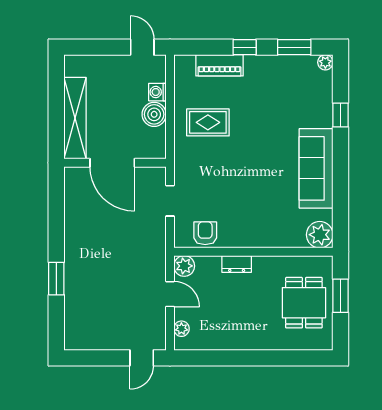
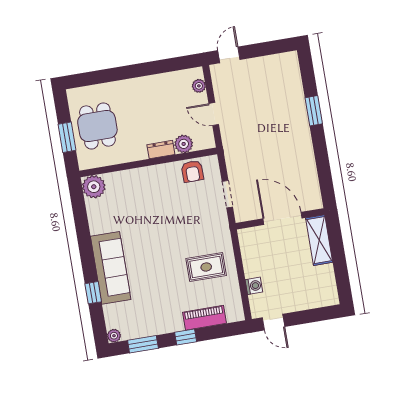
boiler: (154, 114) -> (254, 266), removed
shelving: (75, 118) -> (319, 240), width x0.68
sofa: (316, 168) -> (111, 268), moved
plant: (184, 266) -> (184, 144), moved

